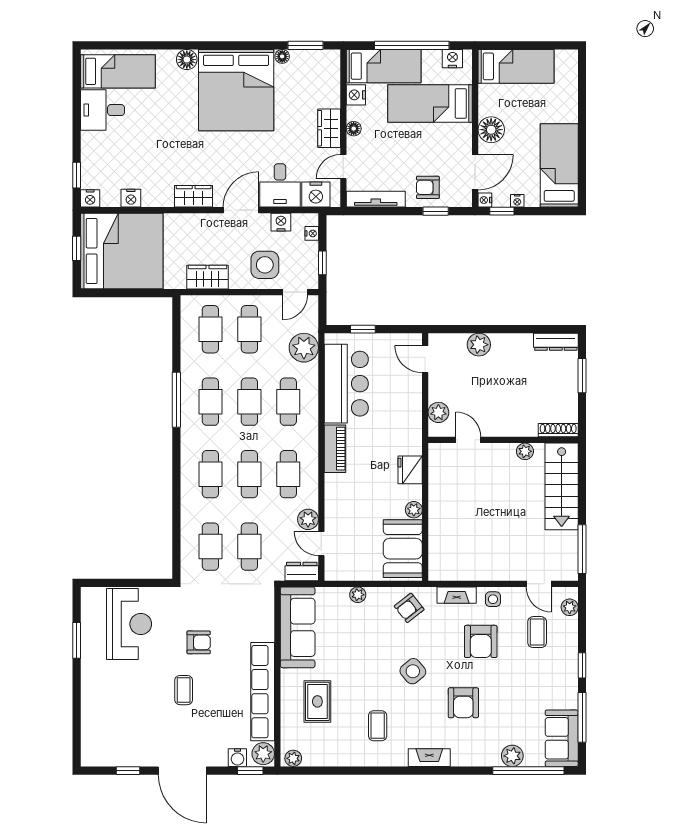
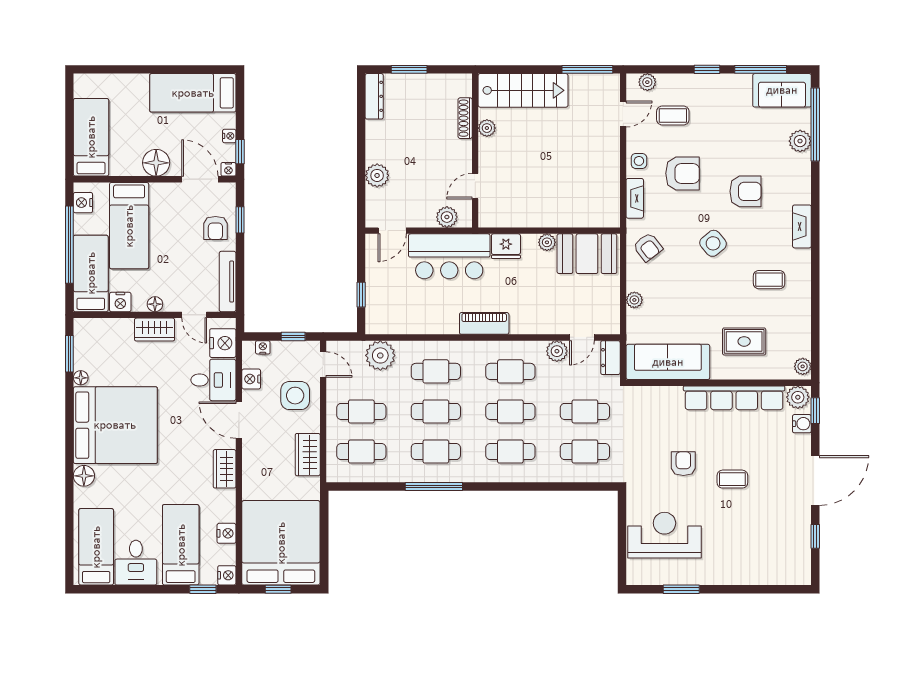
bed: (120, 154) -> (181, 545), added
bar counter: (346, 384) -> (449, 256), moved, turned 180
shoe rack: (558, 430) -> (465, 118), moved

